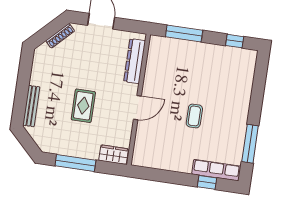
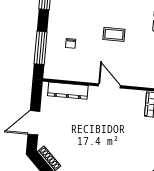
chair: (187, 67) -> (71, 43), added
rug: (83, 106) -> (110, 134), removed

